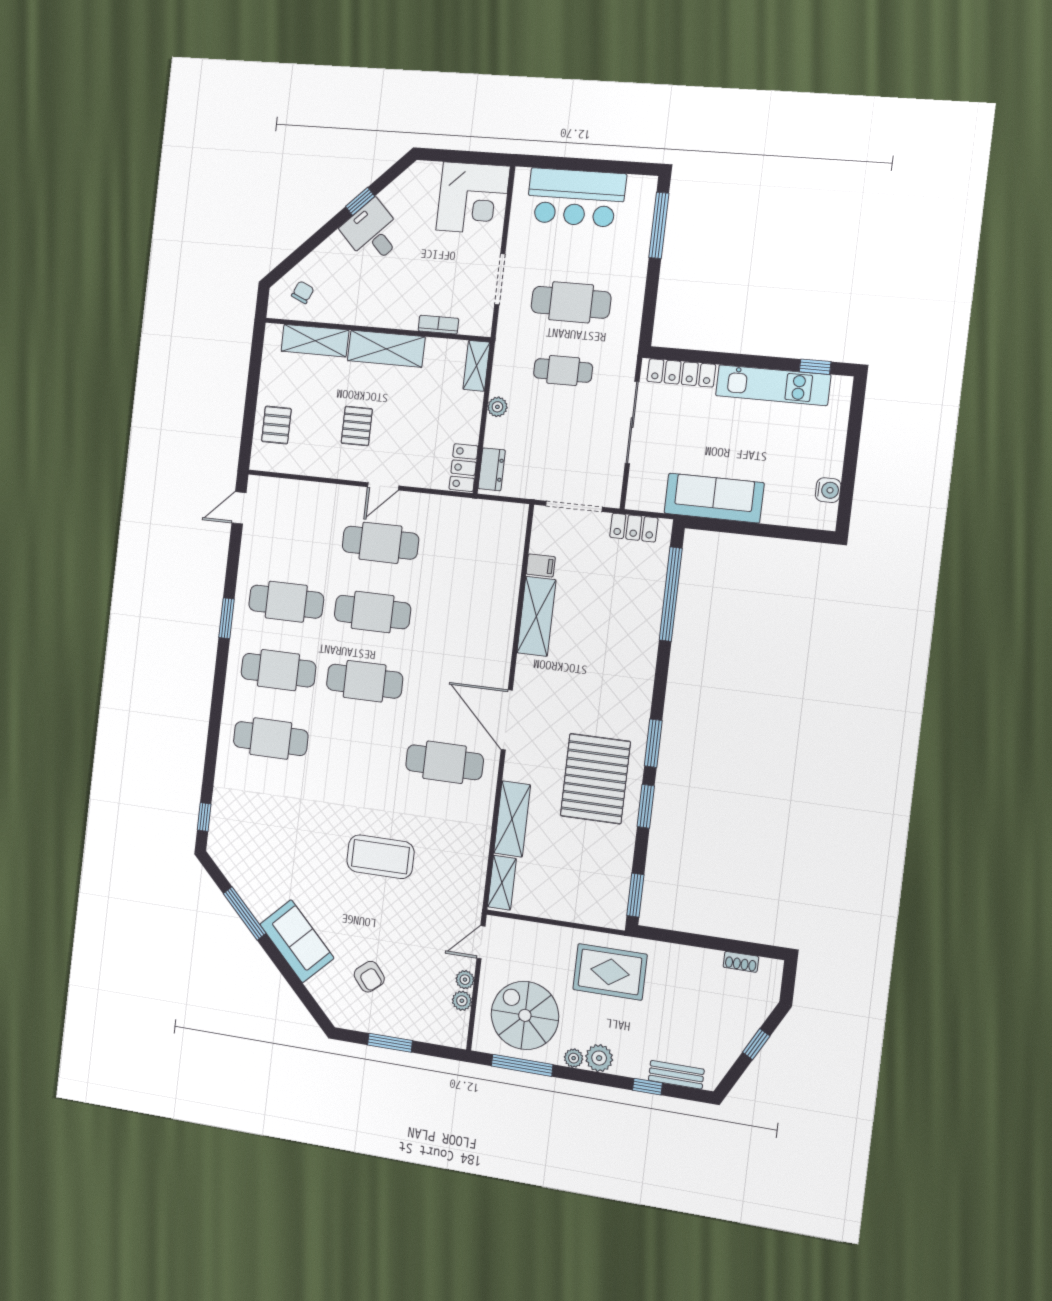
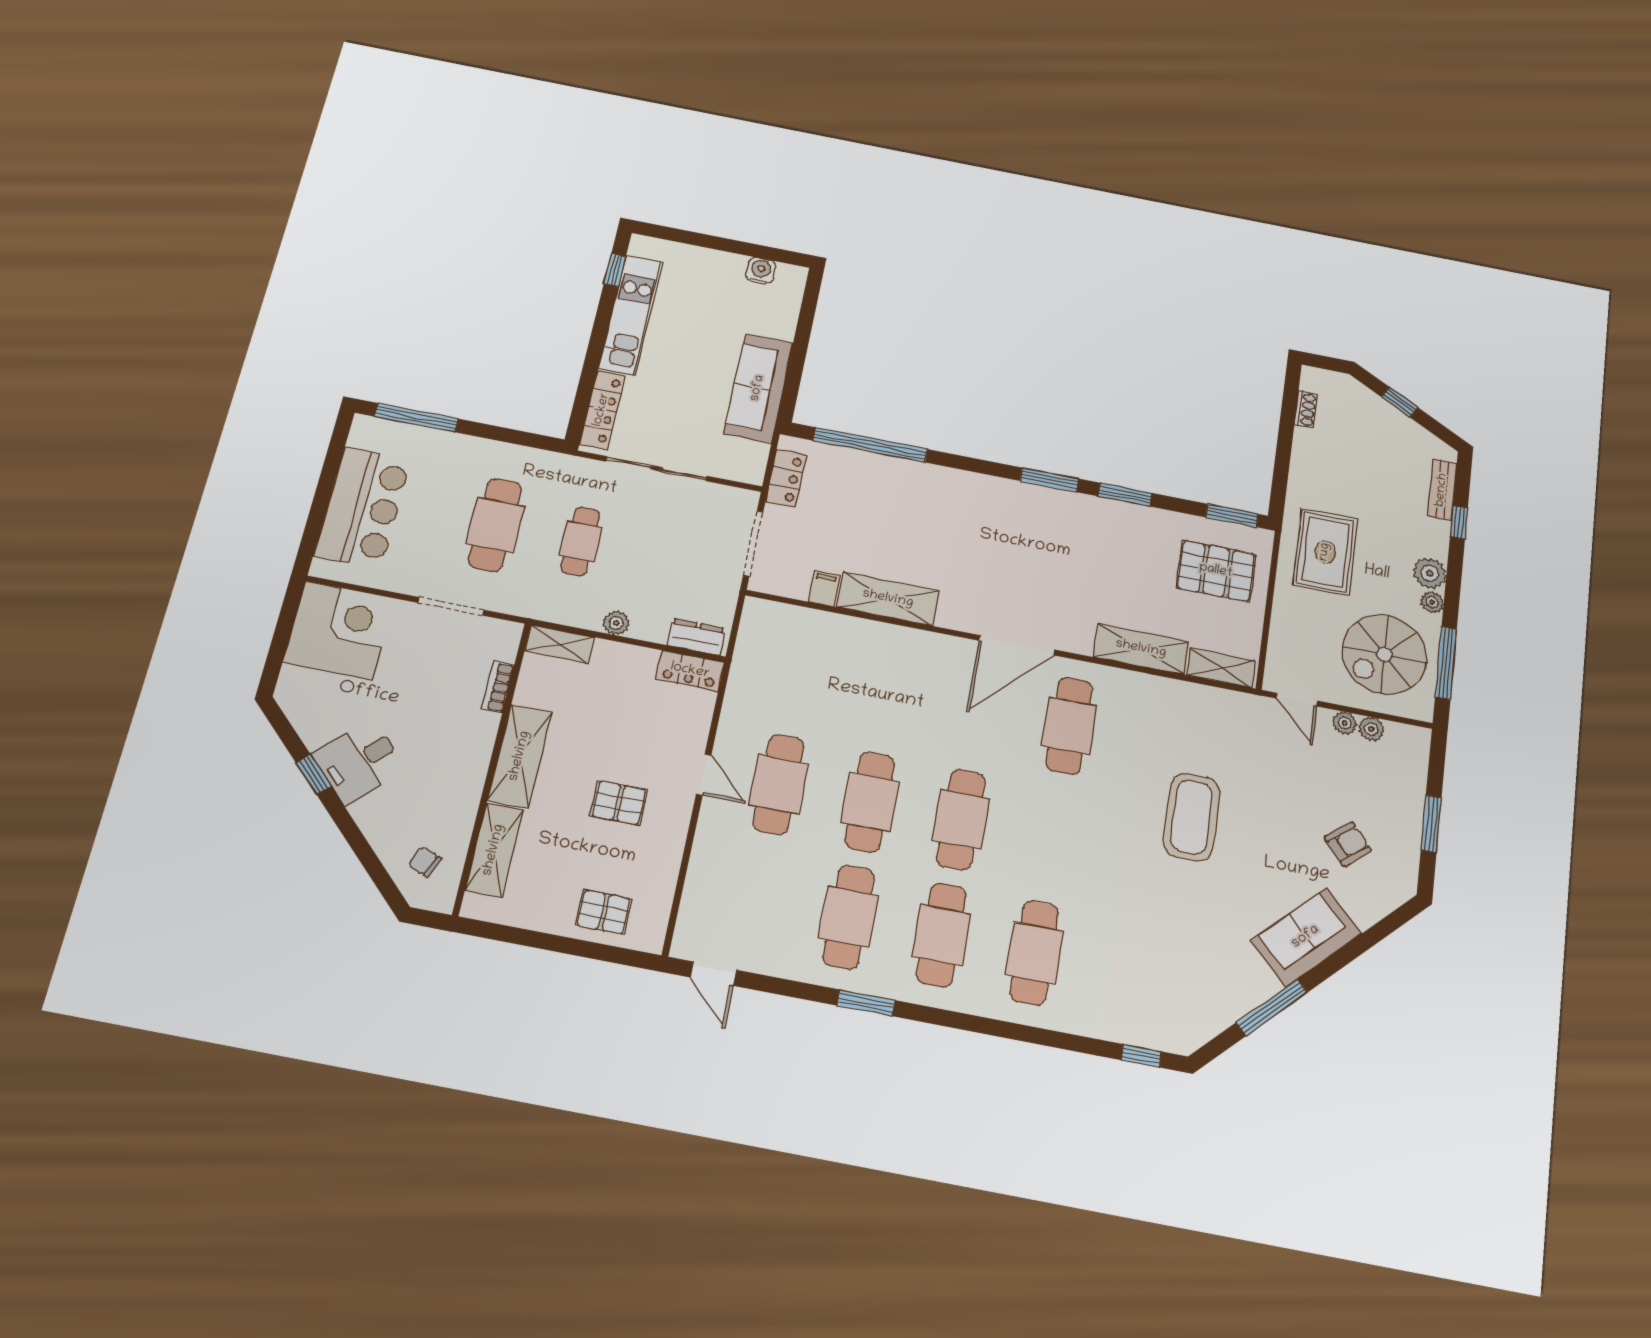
pallet: (595, 779) -> (1216, 571), moved, width x0.73, depth x0.71

